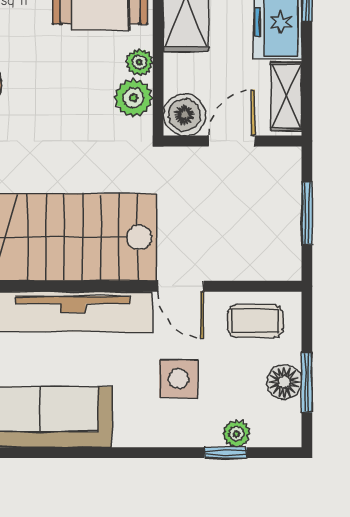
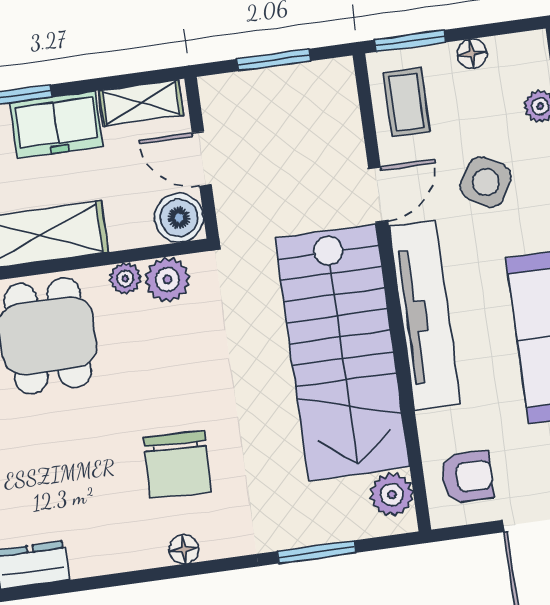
side table: (179, 379) -> (486, 182), turned 31
floor lamp: (284, 382) -> (472, 54), width x0.73, depth x0.73
window: (307, 382) -> (410, 41), moved

